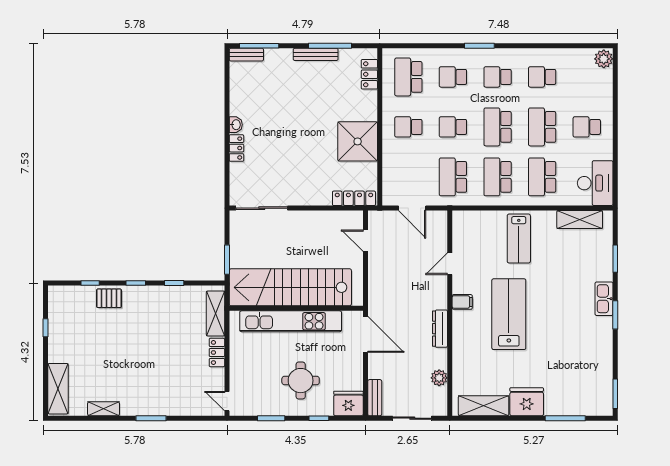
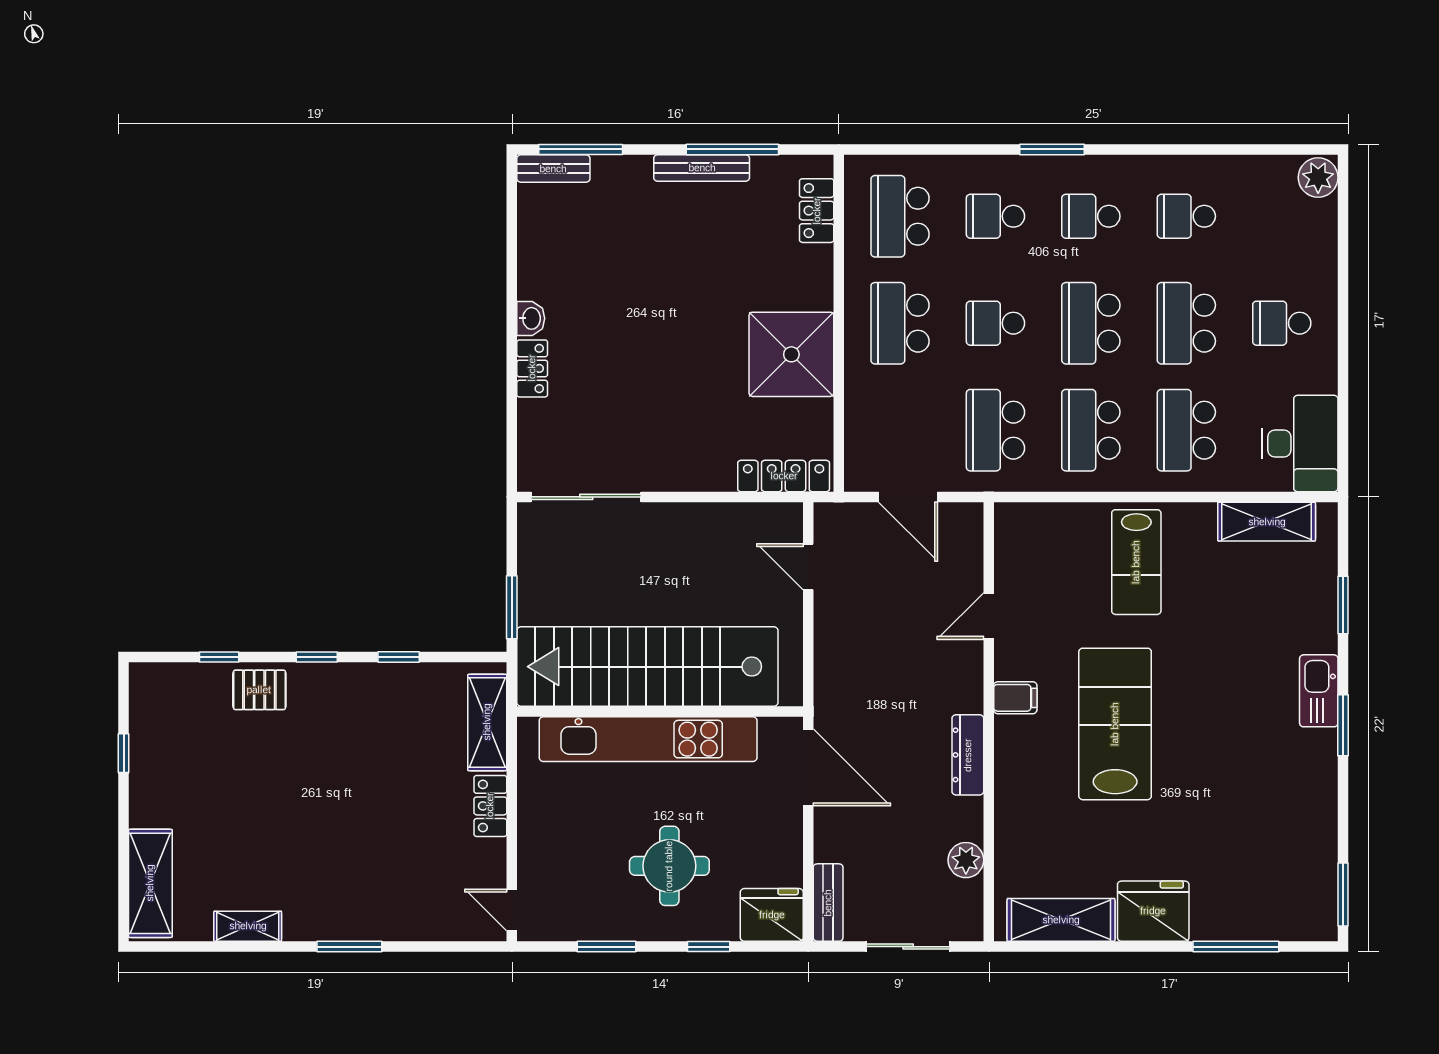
school desk: (408, 127) -> (900, 323), width x1.85

